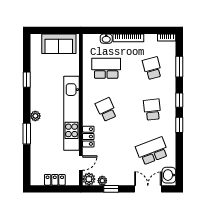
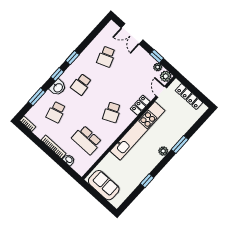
school desk: (152, 151) -> (106, 57), width x0.54
door: (81, 163) -> (161, 92), hinge flipped
washbasin: (169, 175) -> (58, 88), moved
locker: (55, 180) -> (189, 97), width x1.53

